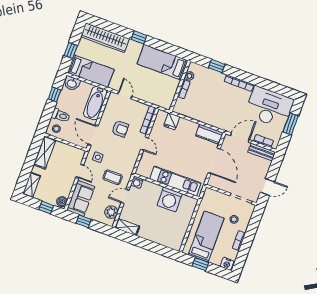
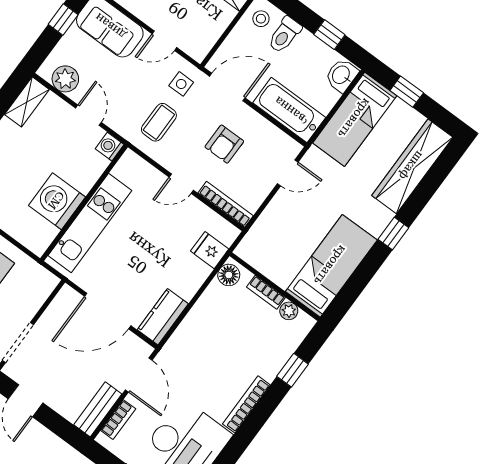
floor lamp: (181, 109) -> (229, 275), added
coffee table: (113, 177) -> (159, 122), moved

